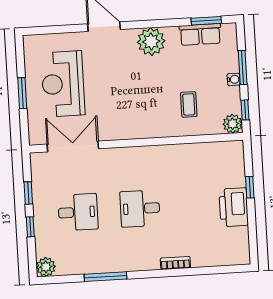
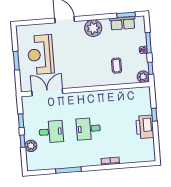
plant: (46, 267) -> (31, 146), moved

